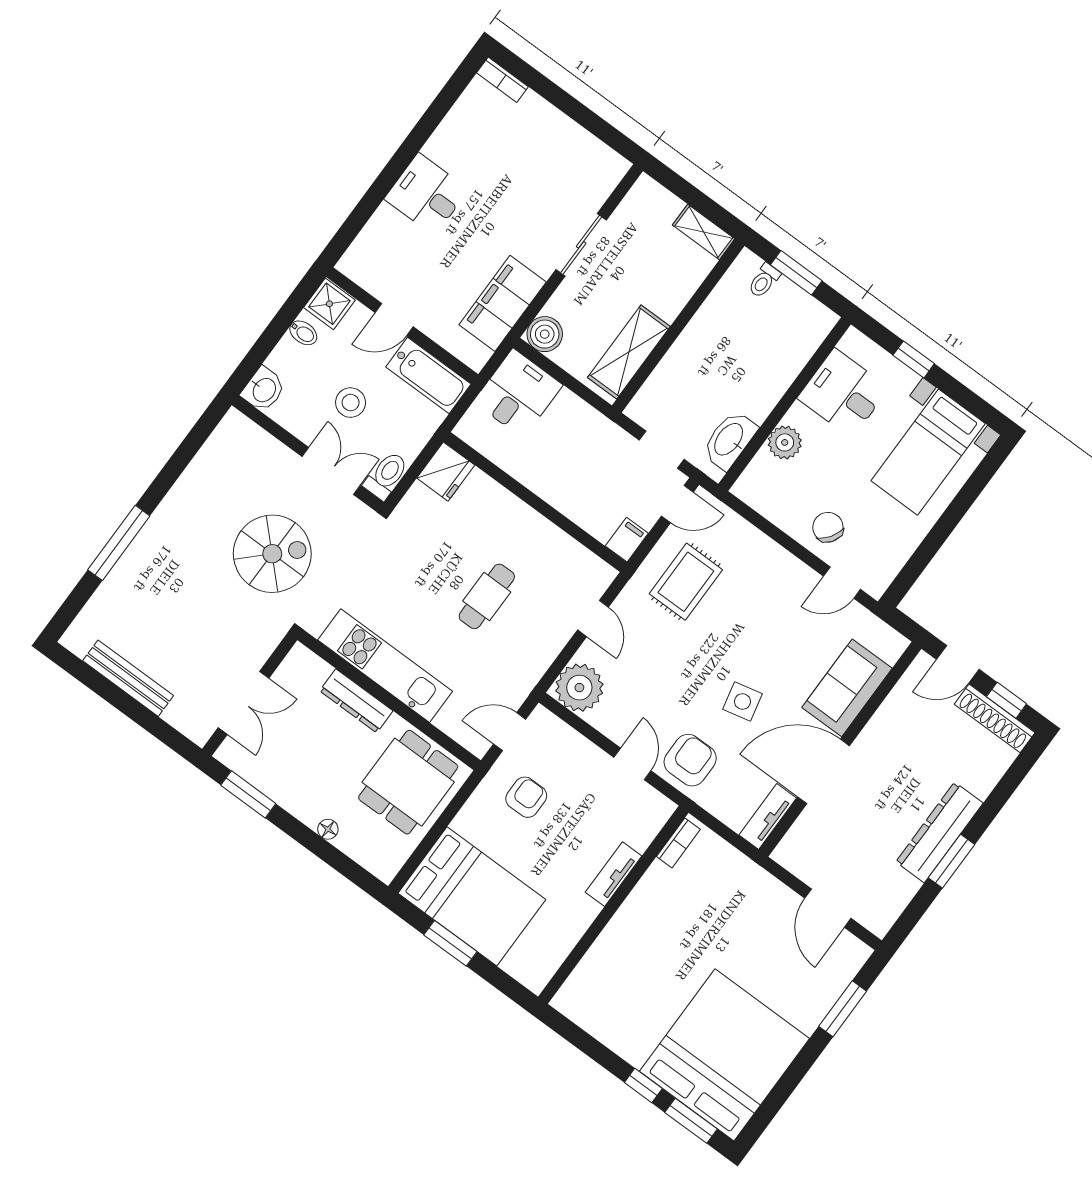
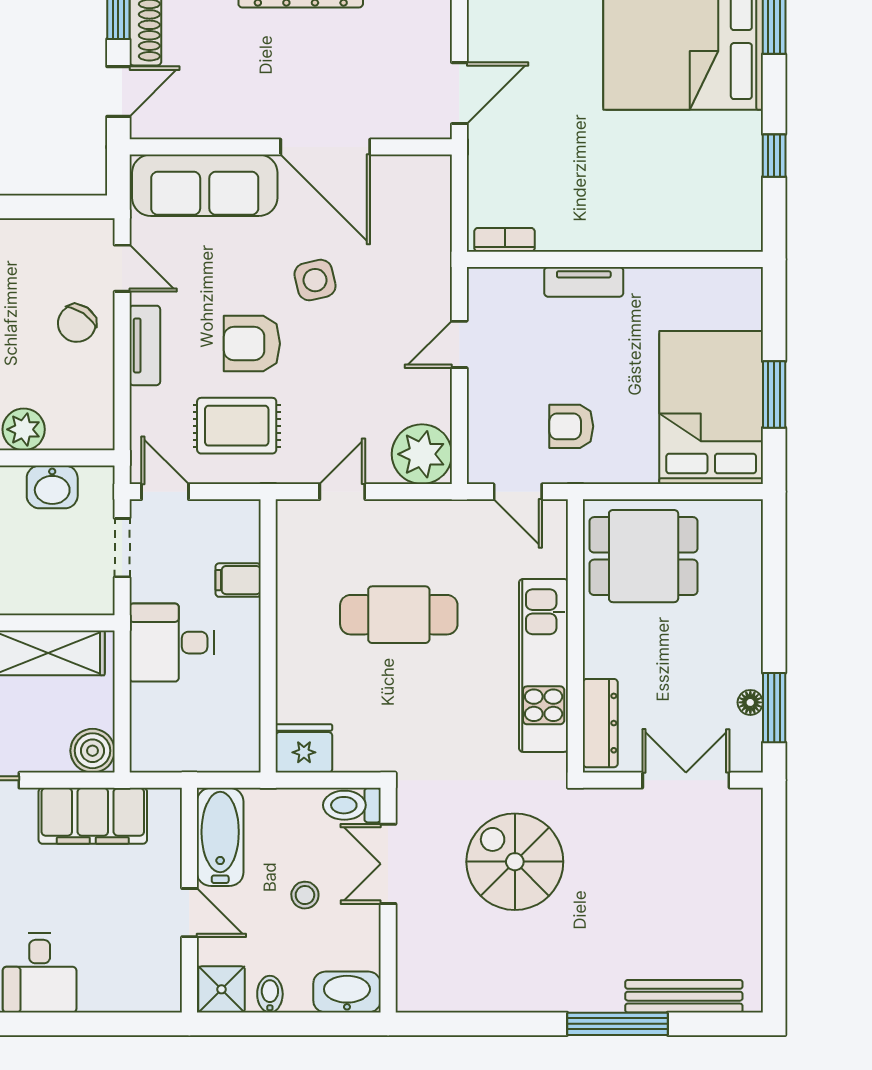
washbasin: (264, 390) -> (347, 992), width x1.38
desk: (518, 393) -> (172, 643), moved
stool: (351, 403) -> (305, 895), width x0.73, depth x0.73
washbasin: (729, 440) -> (52, 487), width x0.72
filing cabinet: (627, 540) -> (238, 580), moved
cafe table: (487, 596) -> (399, 615), width x1.37, depth x1.35
door: (958, 664) -> (118, 91), hinge flipped
bench: (128, 678) -> (684, 996), moved, turned 90
sofa: (847, 688) -> (205, 185), width x1.36
dresser: (356, 701) -> (600, 723), moved
armchair: (690, 760) -> (252, 344), moved
tv unit: (768, 817) -> (145, 345), moved, turned -90
floor lamp: (328, 829) -> (750, 702), moved
door: (828, 908) -> (459, 93), moved
window: (643, 1086) -> (774, 156), moved

